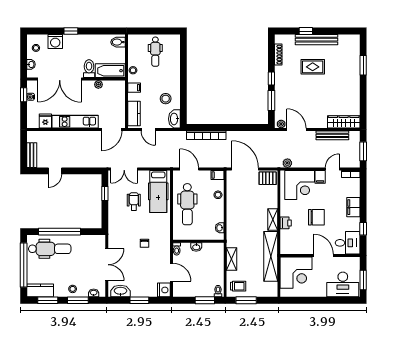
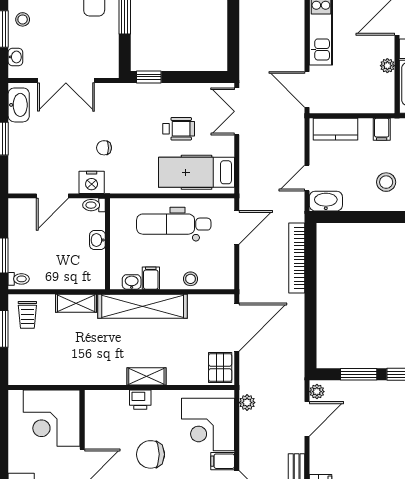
stool: (166, 99) -> (386, 182), moved
door: (148, 129) -> (307, 178), moved
filing cabinet: (218, 175) -> (151, 278), moved
window: (105, 193) -> (149, 77), moved
chair: (316, 217) -> (151, 454), turned 90
shelving: (271, 256) -> (143, 306), moved
nightstand: (164, 290) -> (92, 182), moved

